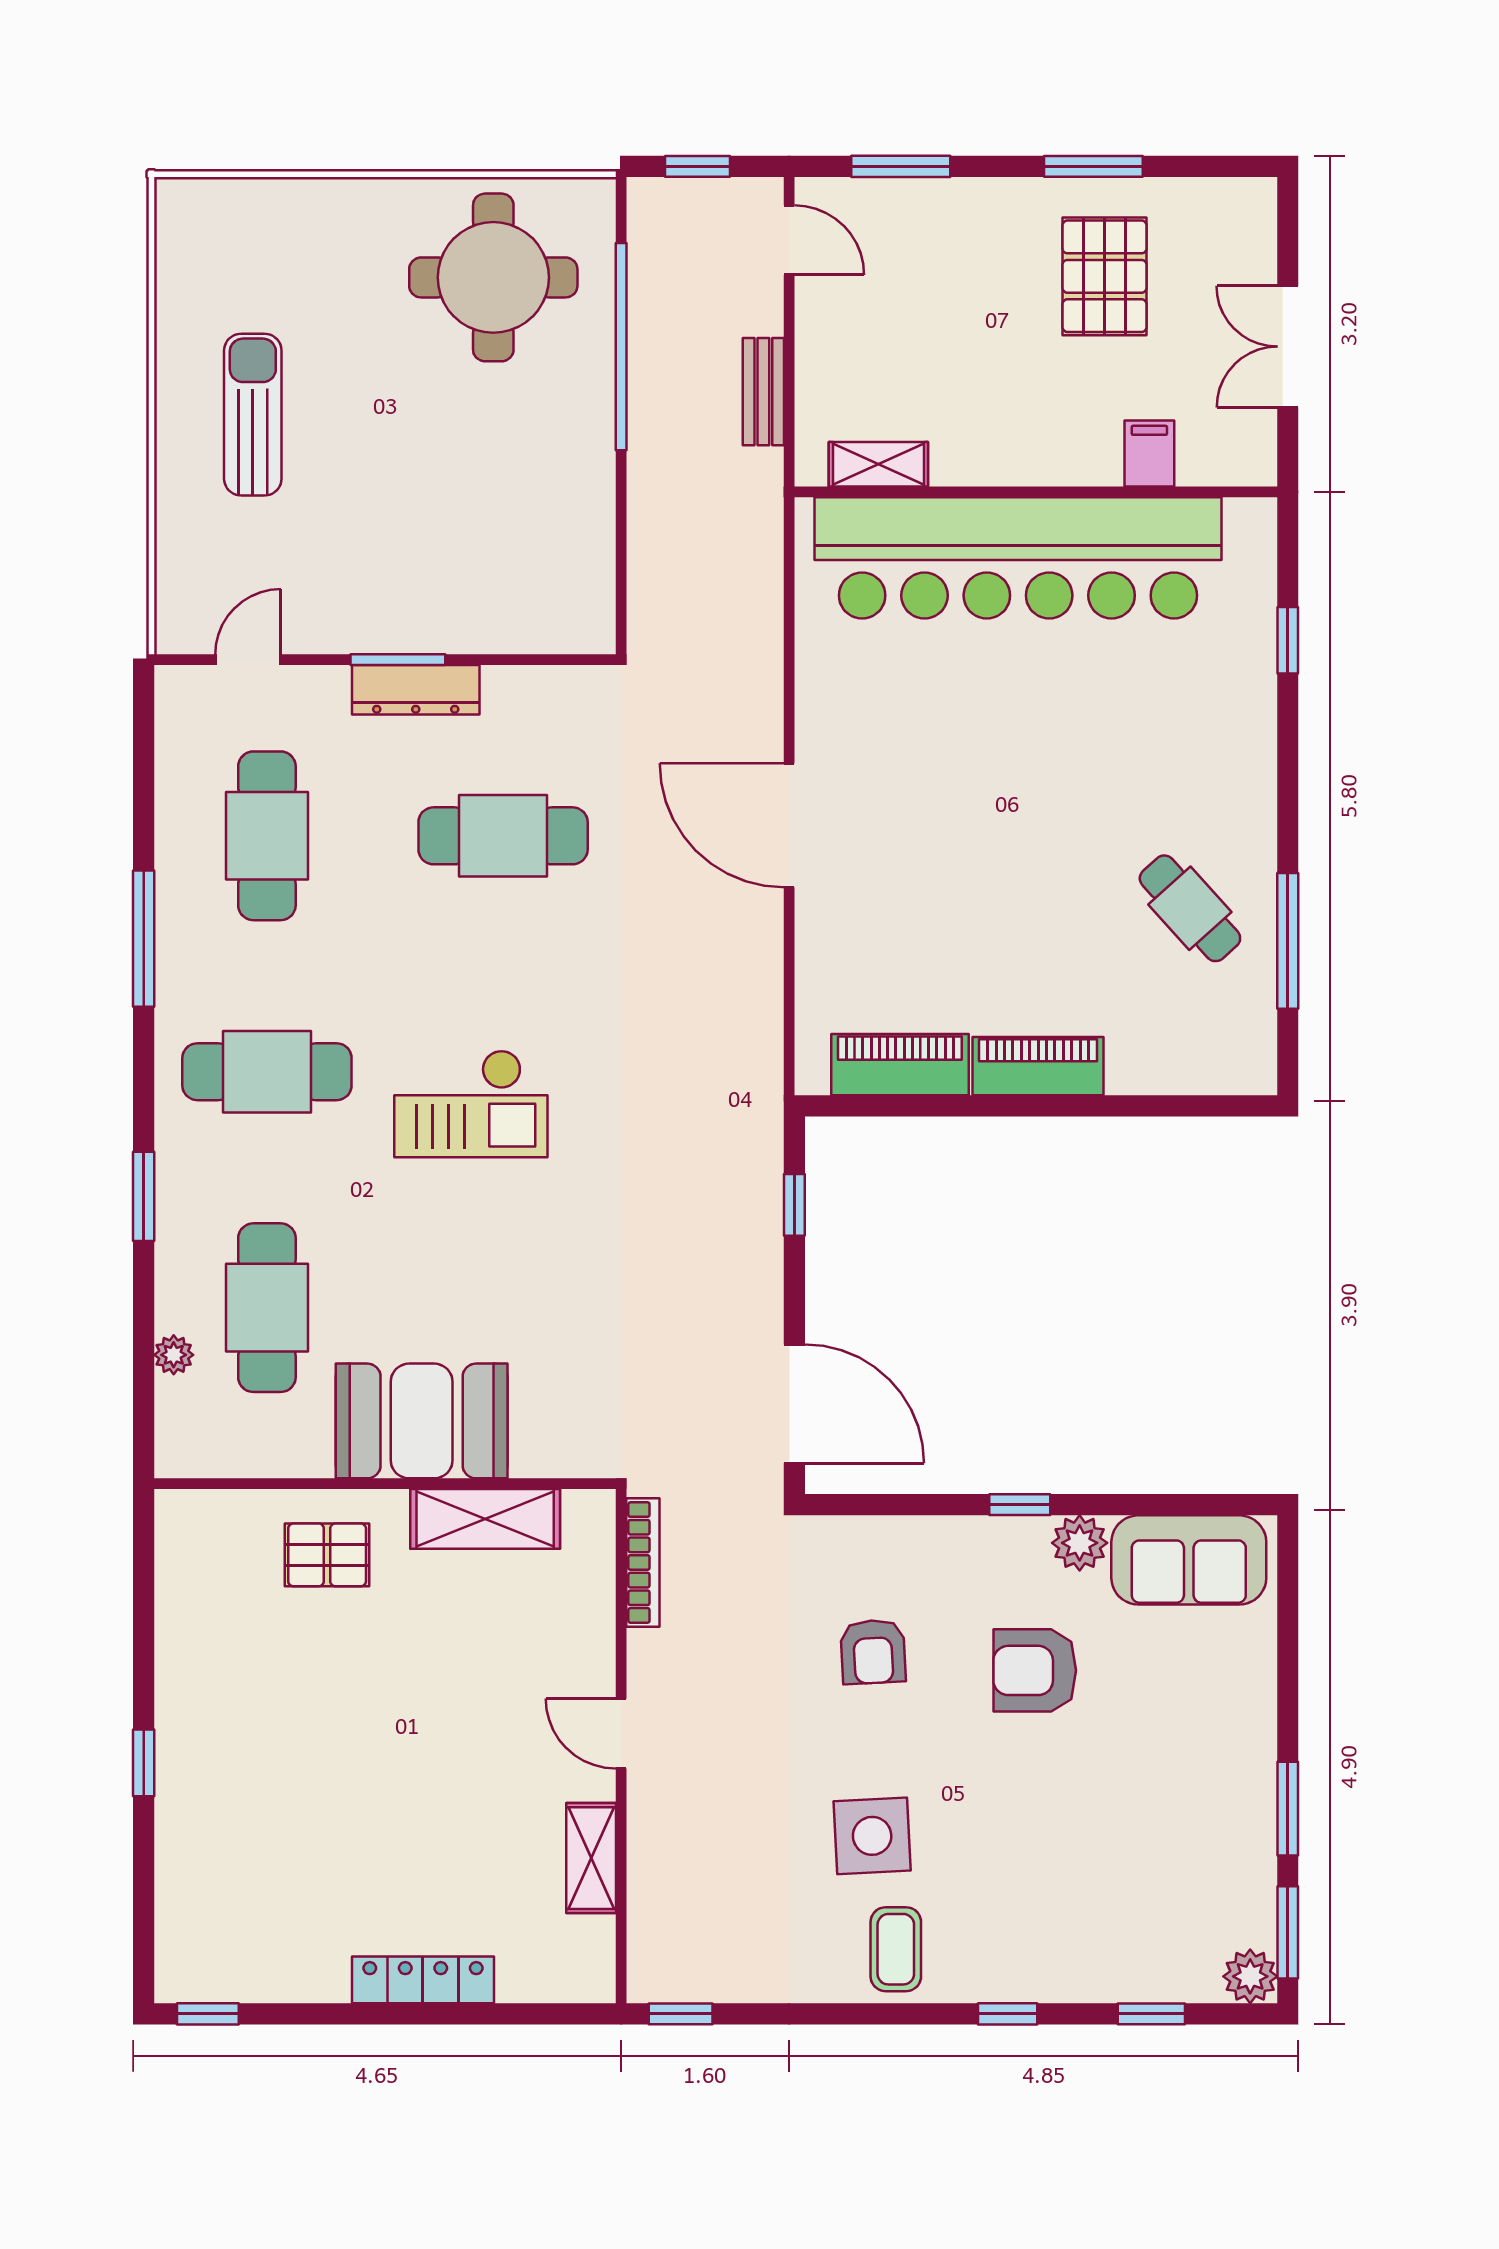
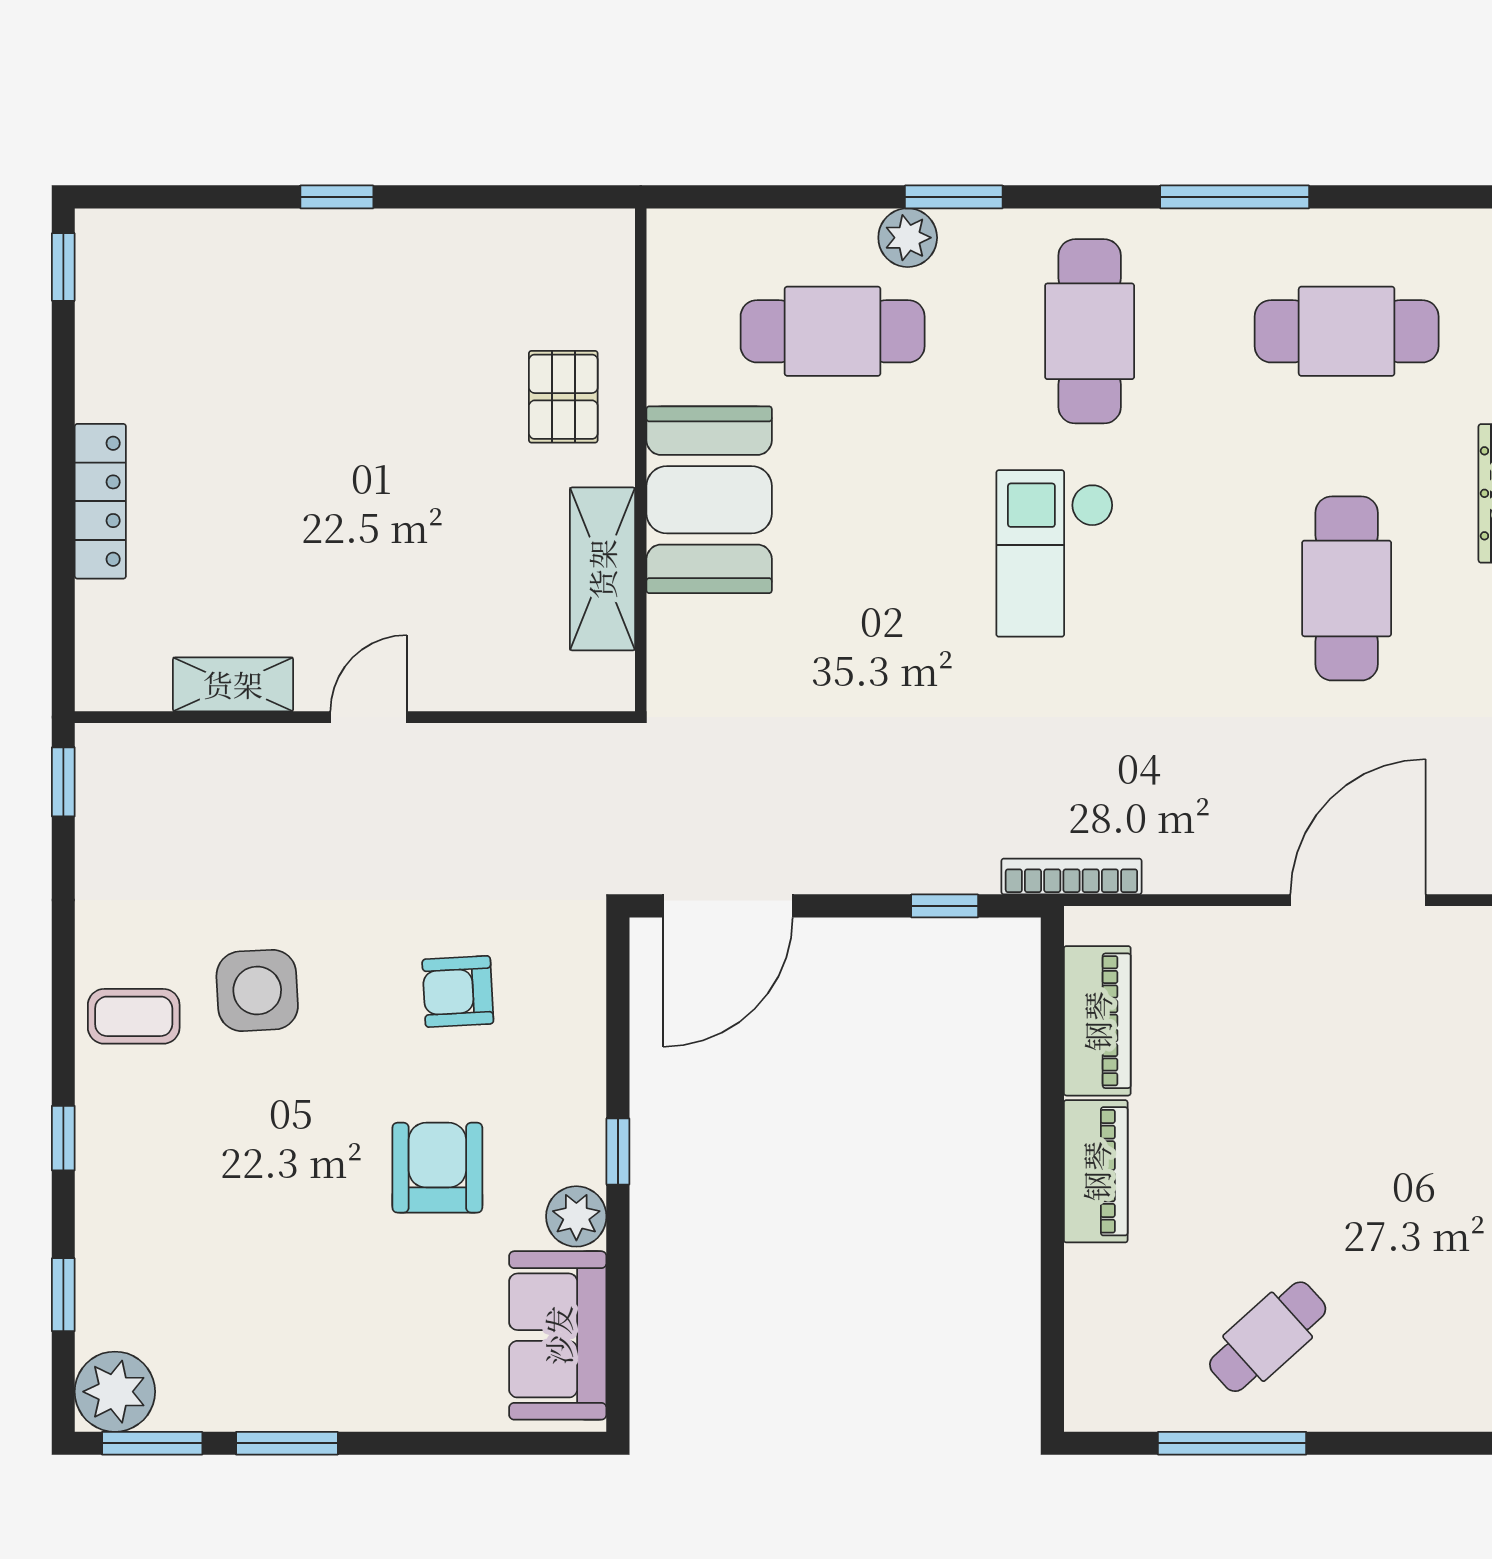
plant: (174, 1355) -> (908, 238), moved, width x1.38, depth x1.38
bookcase: (643, 1562) -> (1071, 876), moved, turned 180
plant: (1250, 1976) -> (115, 1392), width x1.36, depth x1.36

